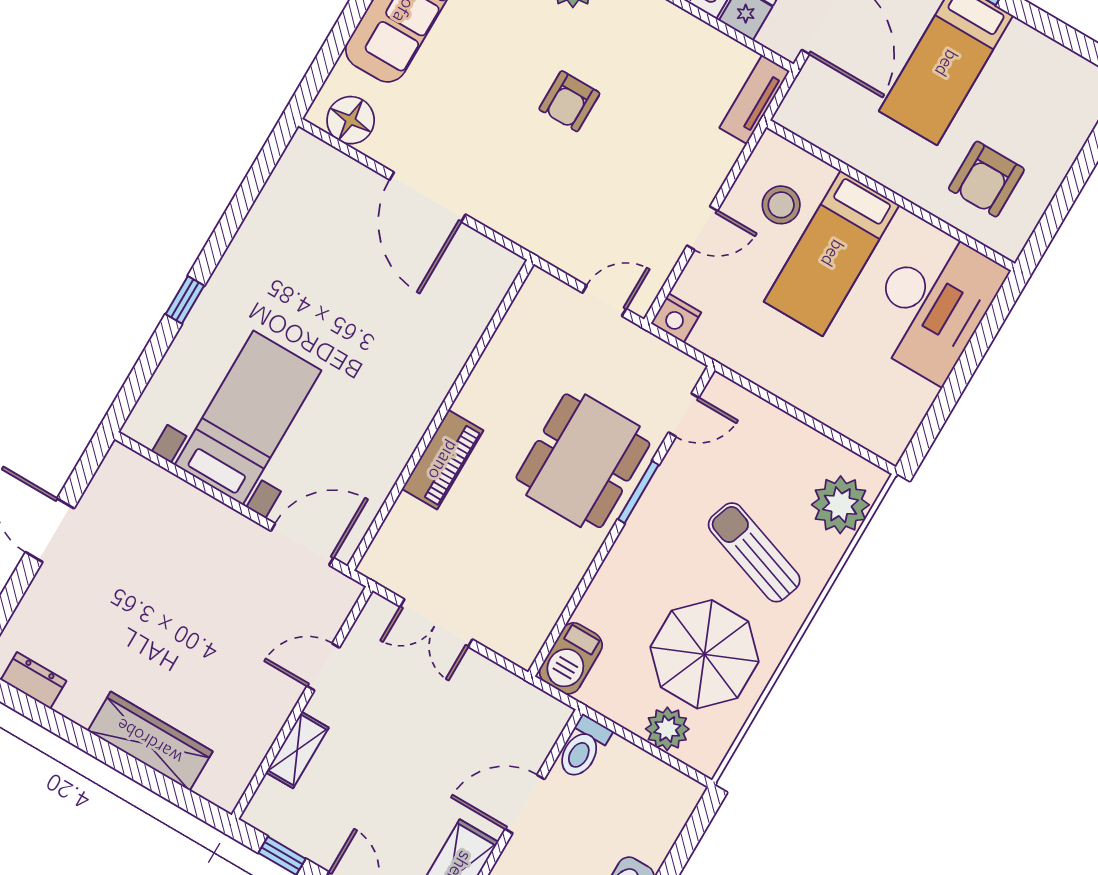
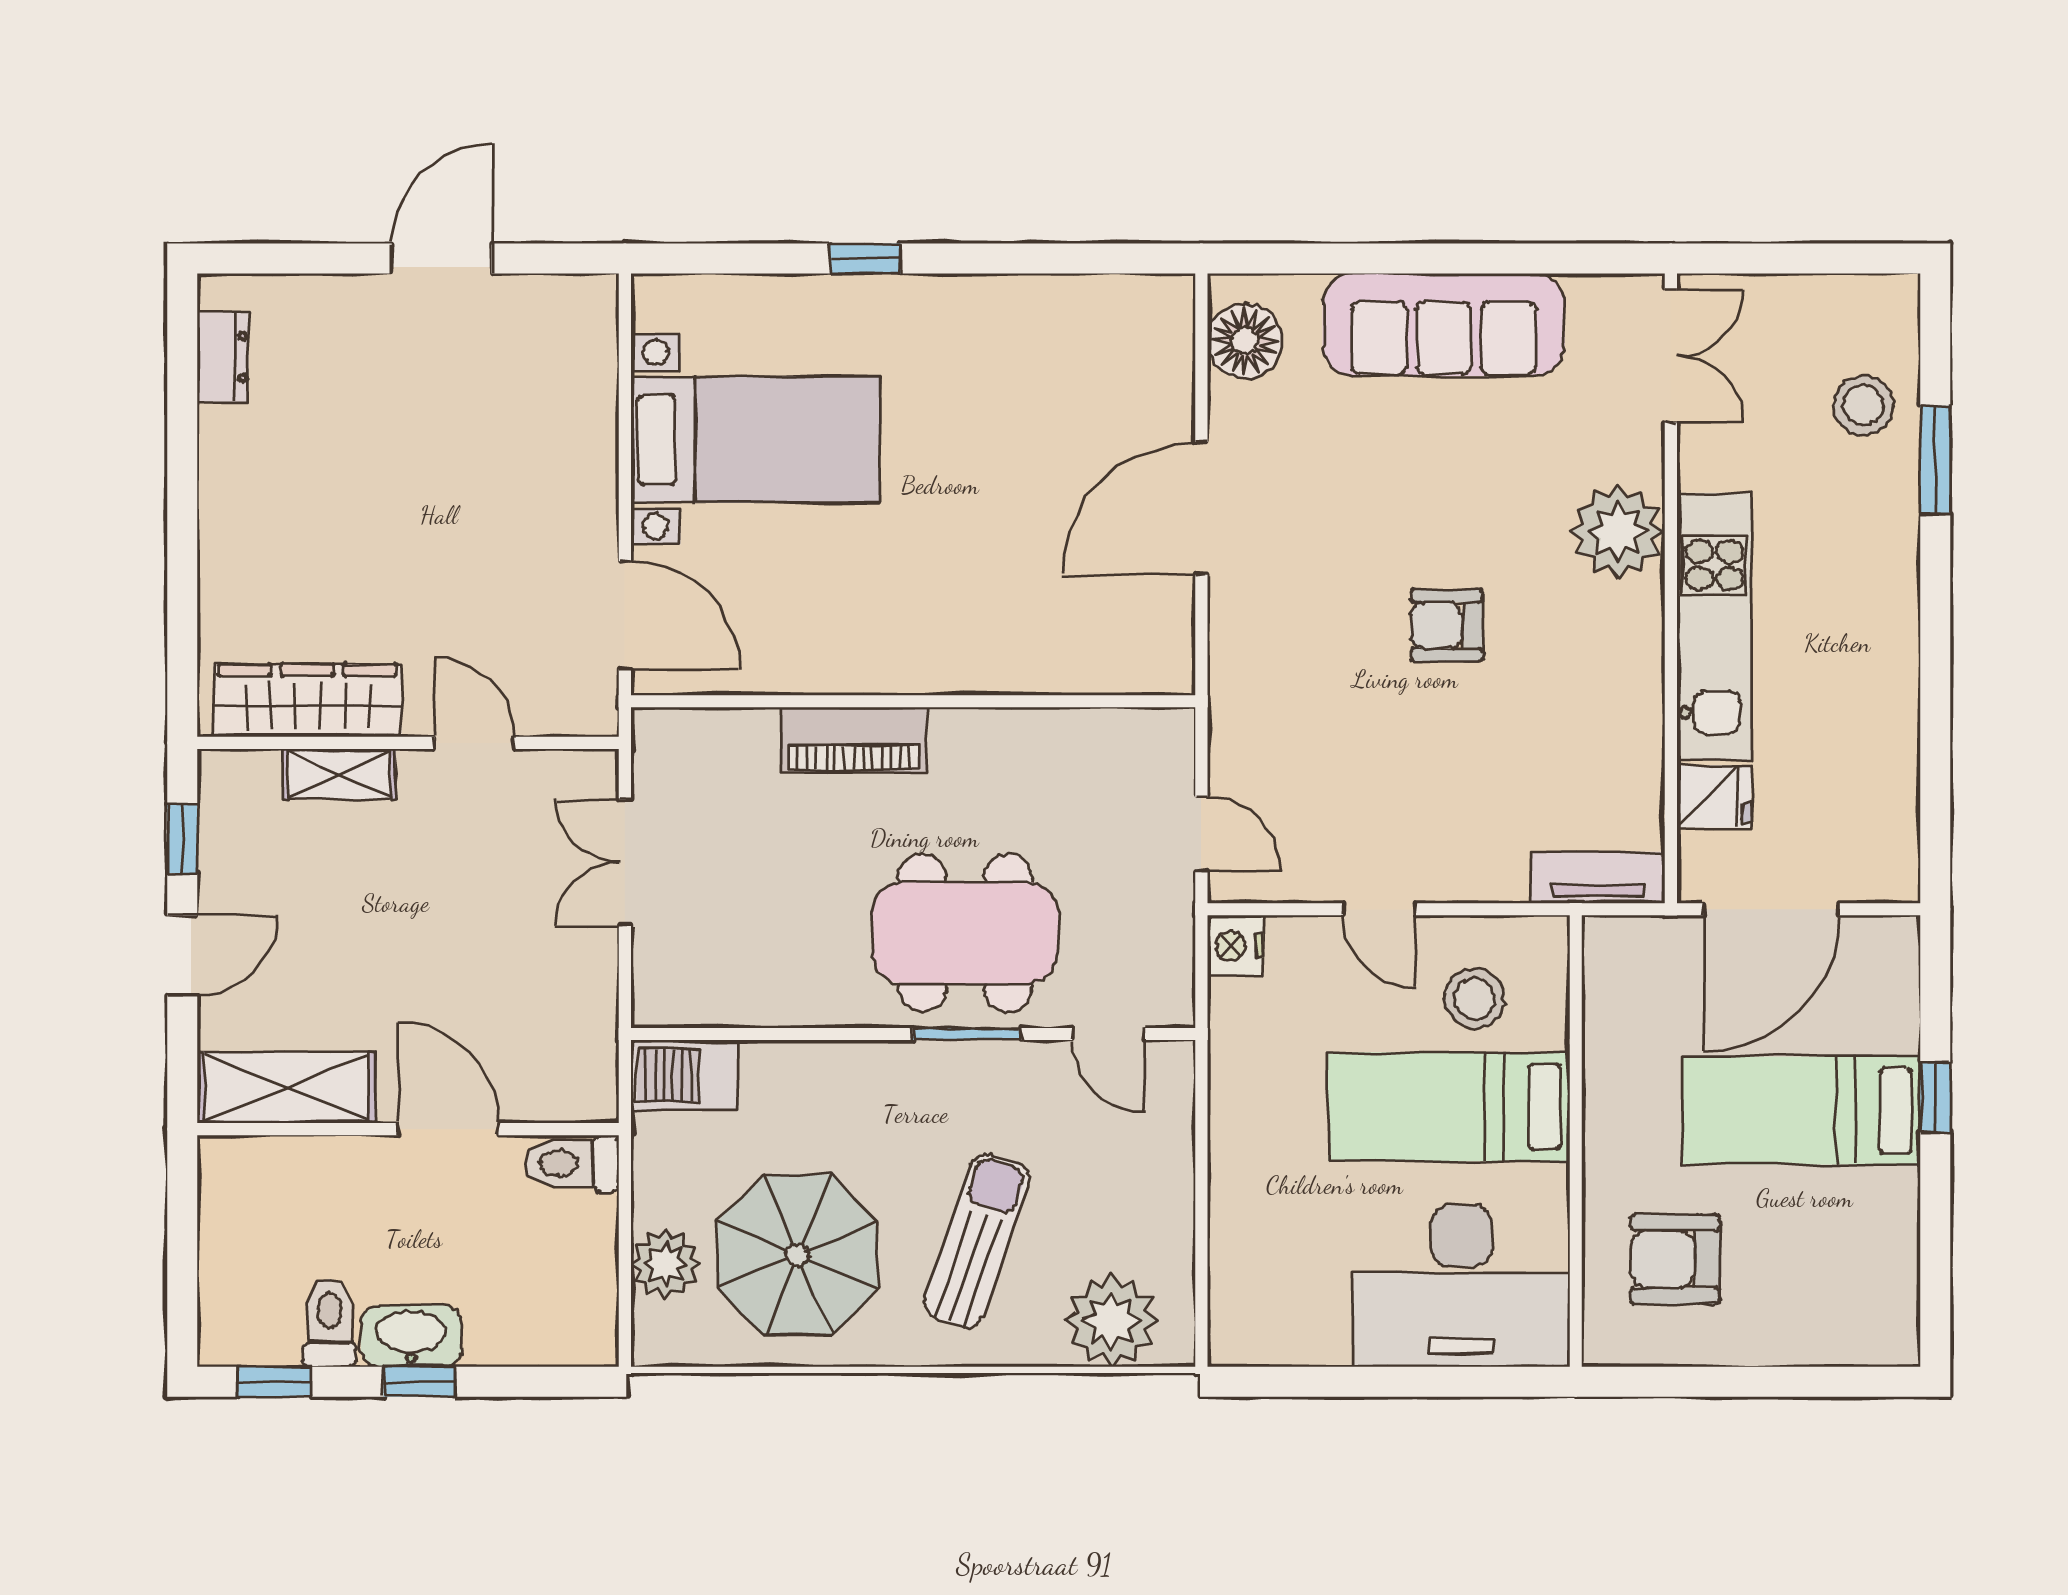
wardrobe: (150, 741) -> (307, 701), moved, turned -90

